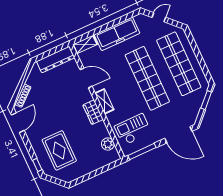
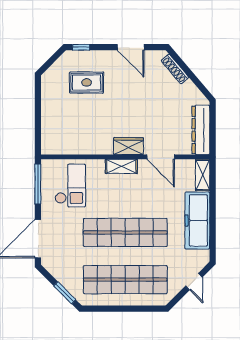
door: (86, 78) -> (161, 157), hinge flipped
wardrobe: (93, 112) -> (128, 146), moved
door: (18, 123) -> (131, 47), moved
plant: (108, 144) -> (67, 146), removed
rug: (59, 150) -> (87, 83), width x0.73, depth x0.70

